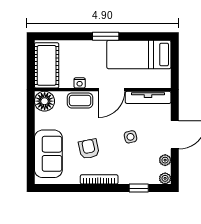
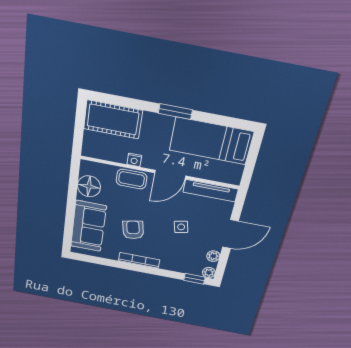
cot: (47, 65) -> (113, 120), moved, turned 90
floor lamp: (45, 101) -> (89, 186), moved
window: (139, 188) -> (194, 279), moved

